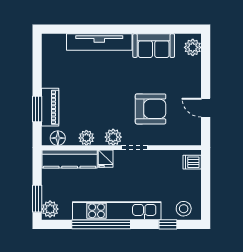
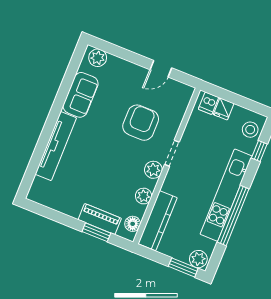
fridge: (106, 159) -> (224, 109), moved, turned 90

